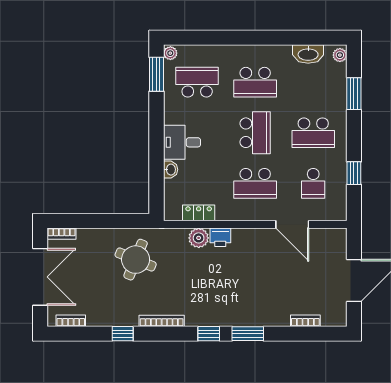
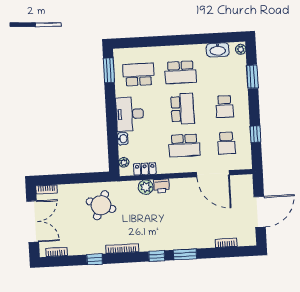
plant: (170, 53) -> (124, 162), moved
school desk: (313, 133) -> (224, 107), width x0.54
desk: (182, 142) -> (130, 114), width x1.37
door: (292, 224) -> (213, 174), width x1.36

